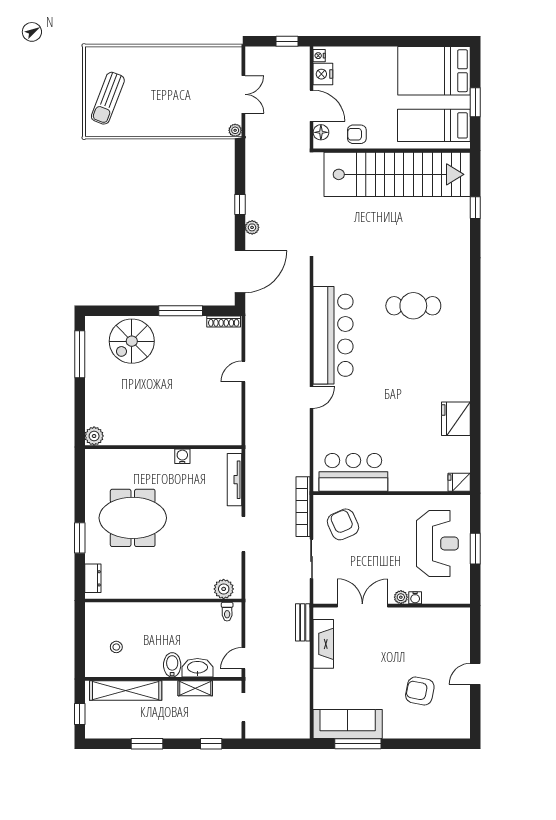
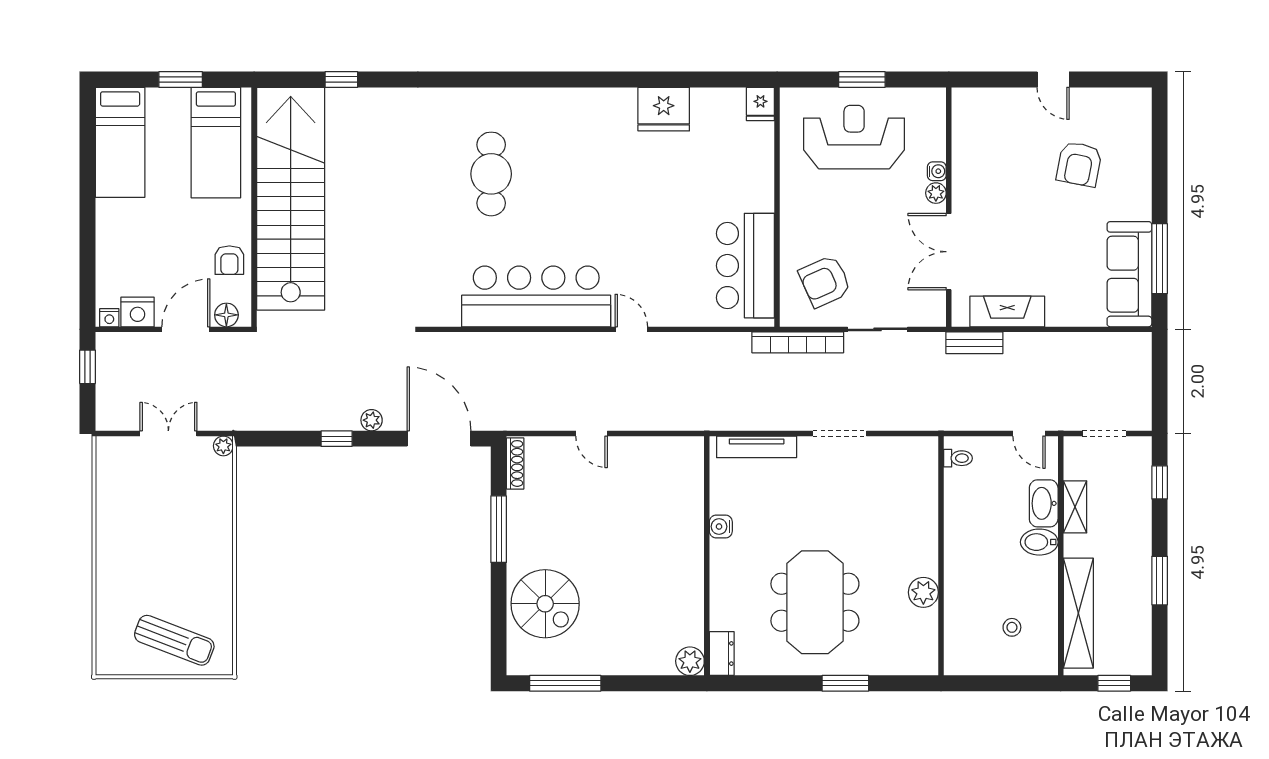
bed: (434, 71) -> (120, 142), width x0.67
dresser: (93, 578) -> (722, 654), moved, turned 90
plant: (224, 589) -> (923, 592), moved

